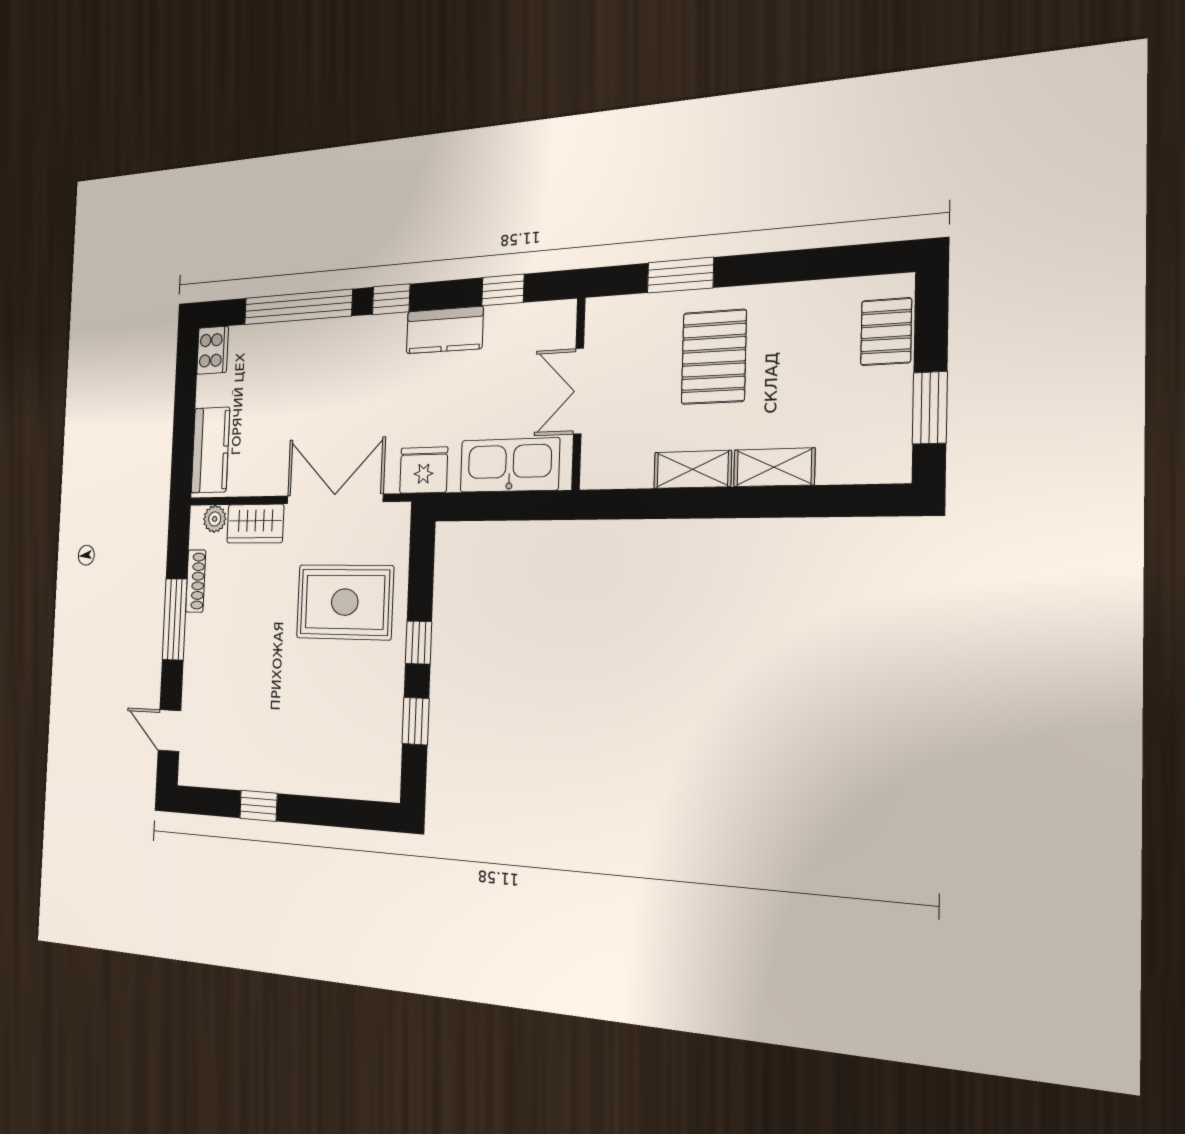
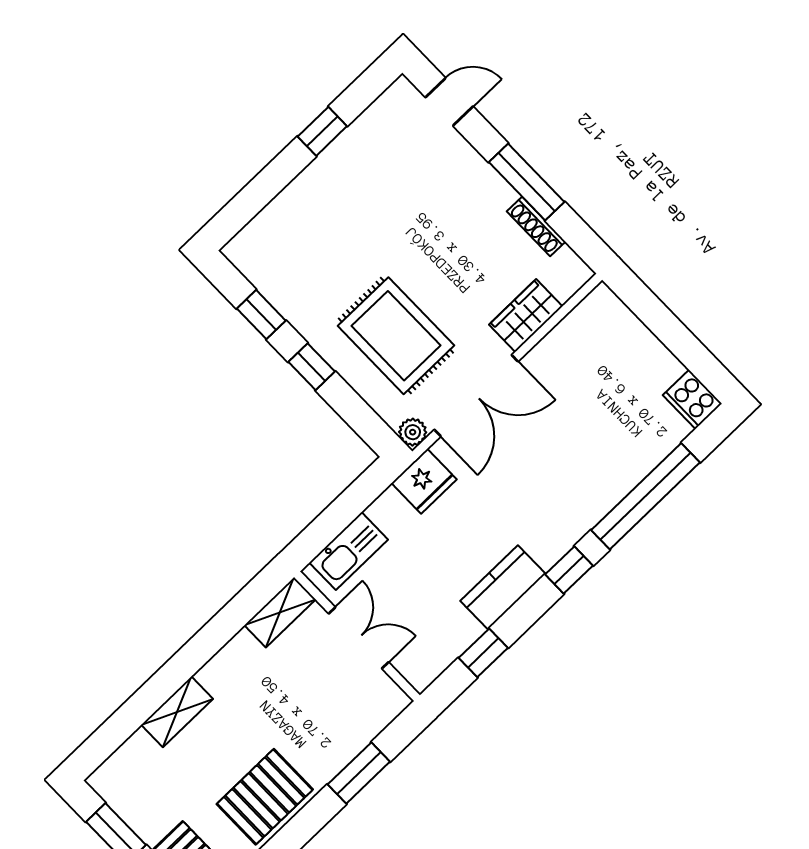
pallet: (714, 357) -> (265, 797), moved, turned 90
kitchen counter: (210, 450) -> (620, 329), removed
kitchen sink: (510, 465) -> (349, 551), width x0.73, depth x0.81
shelving: (693, 469) -> (280, 612), moved
plant: (215, 519) -> (413, 432), moved
rug: (345, 602) -> (396, 336), turned 90

